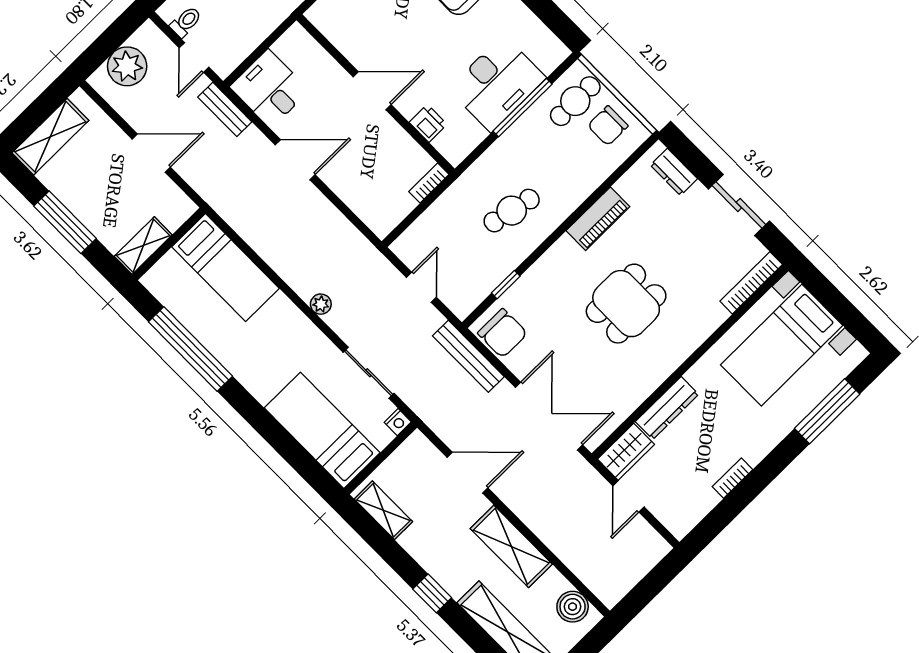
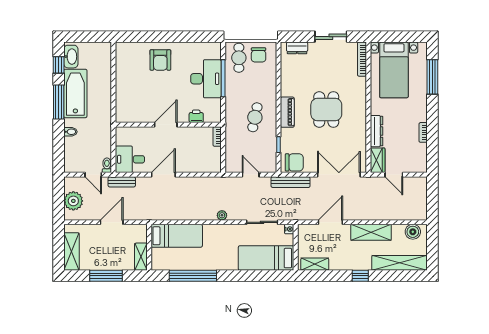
toilet: (186, 22) -> (107, 165), moved
piano: (598, 219) -> (287, 112), moved

